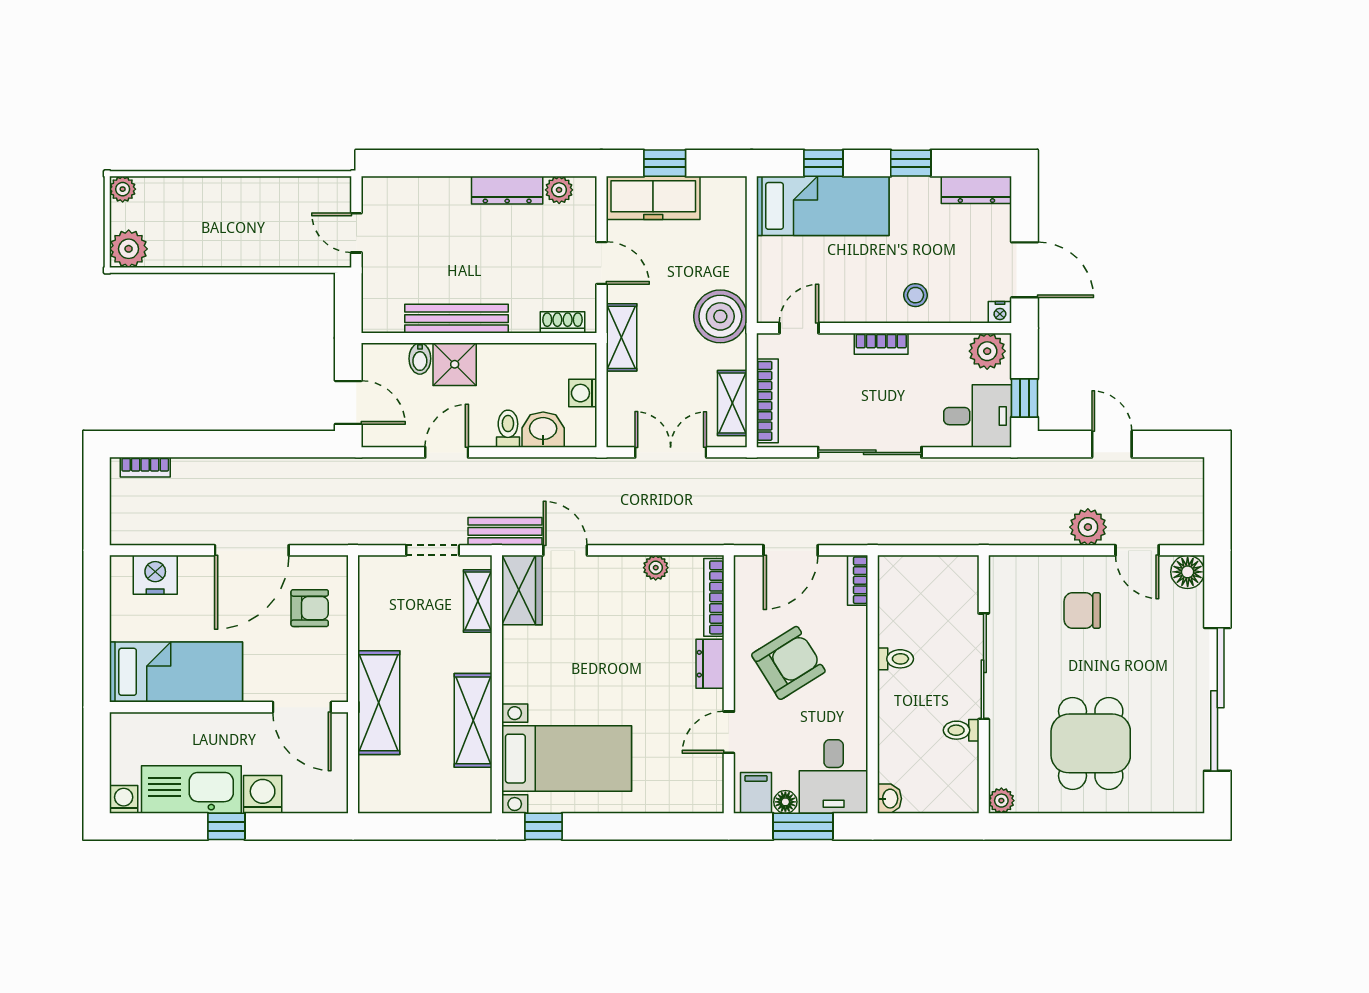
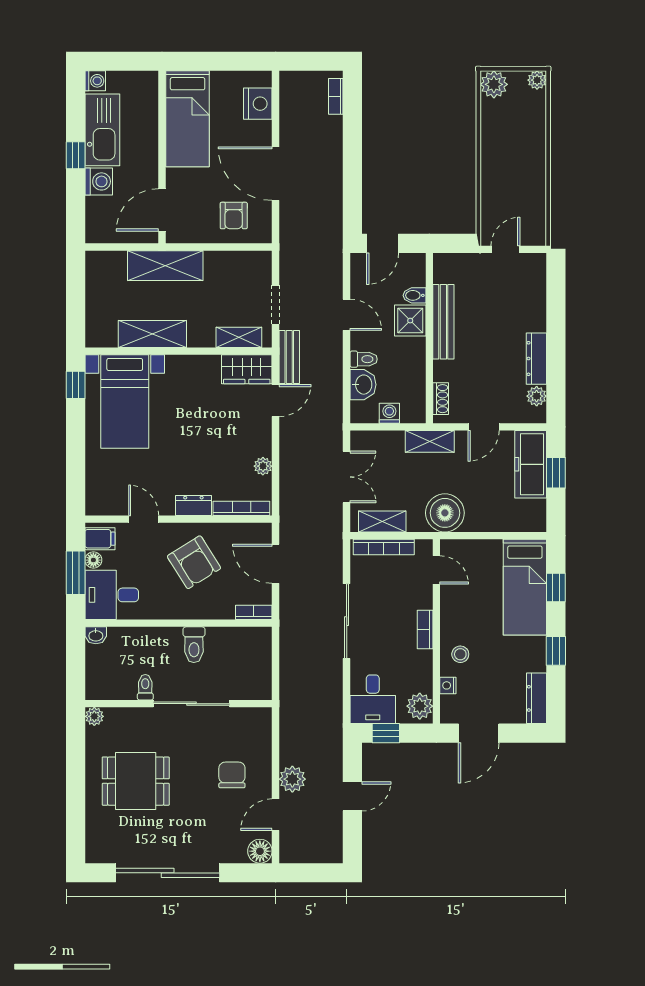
nightstand: (1000, 312) -> (448, 685), moved
toilet: (895, 659) -> (194, 645), width x1.37, depth x1.39

